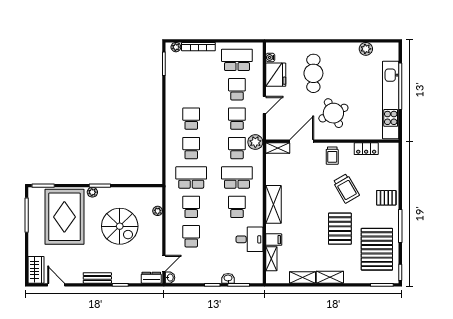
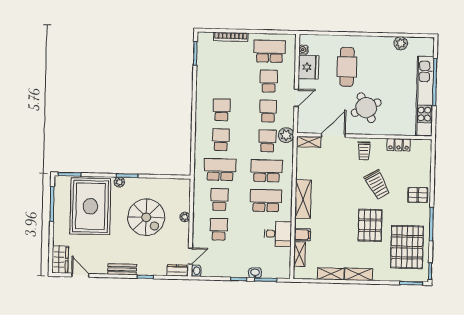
plant: (176, 47) -> (208, 37), removed
school desk: (237, 207) -> (266, 201), width x1.85
plant: (158, 211) -> (185, 217), moved

